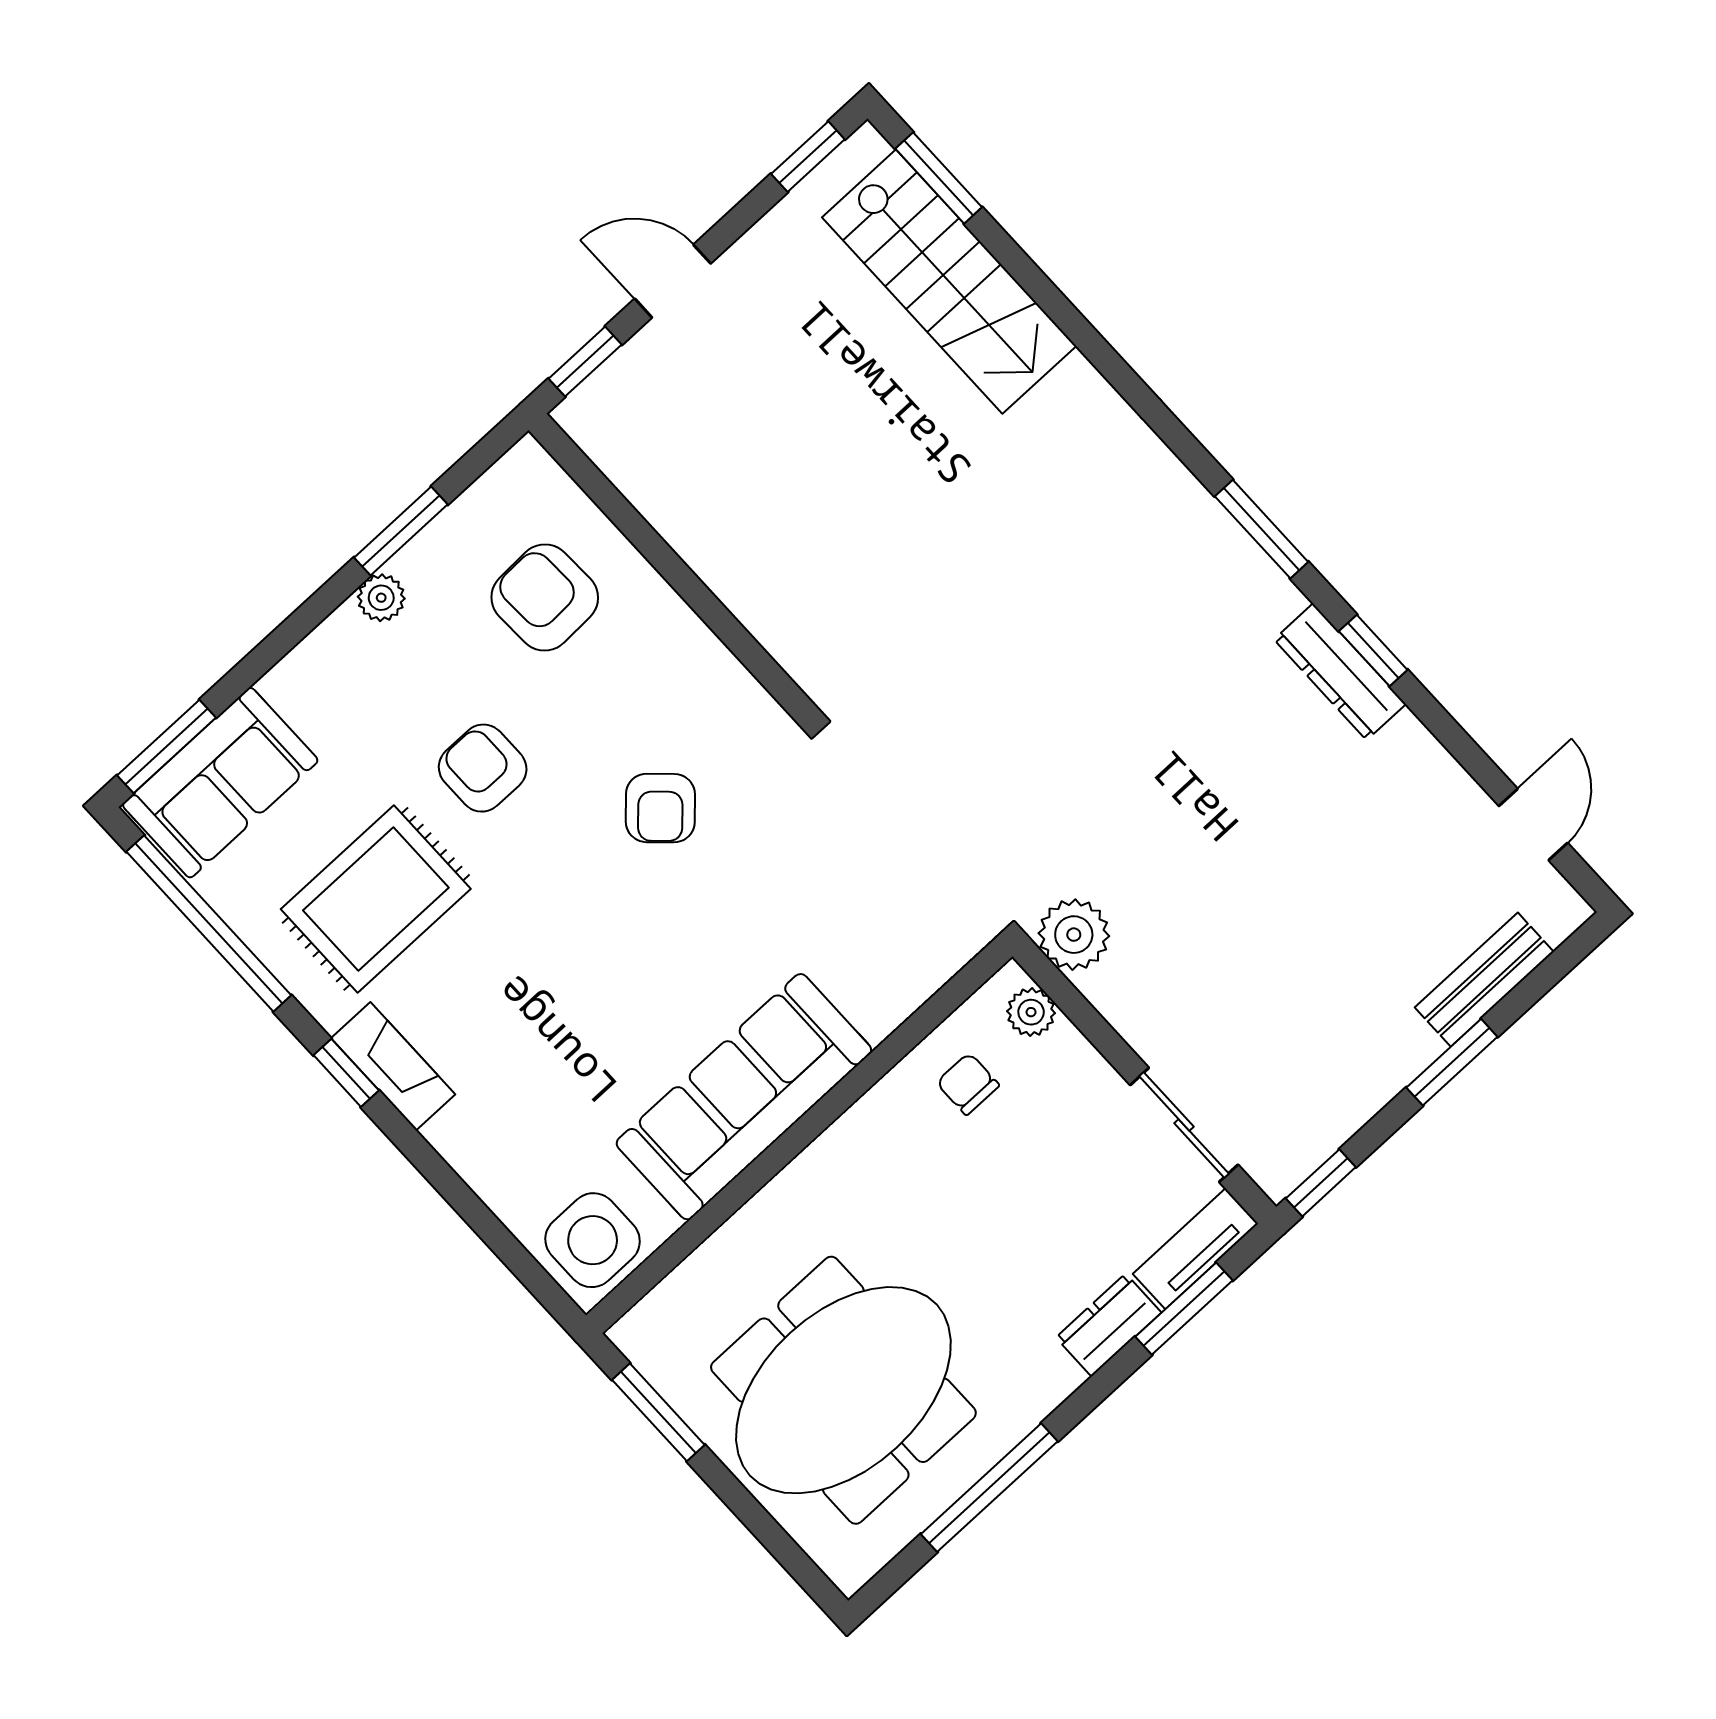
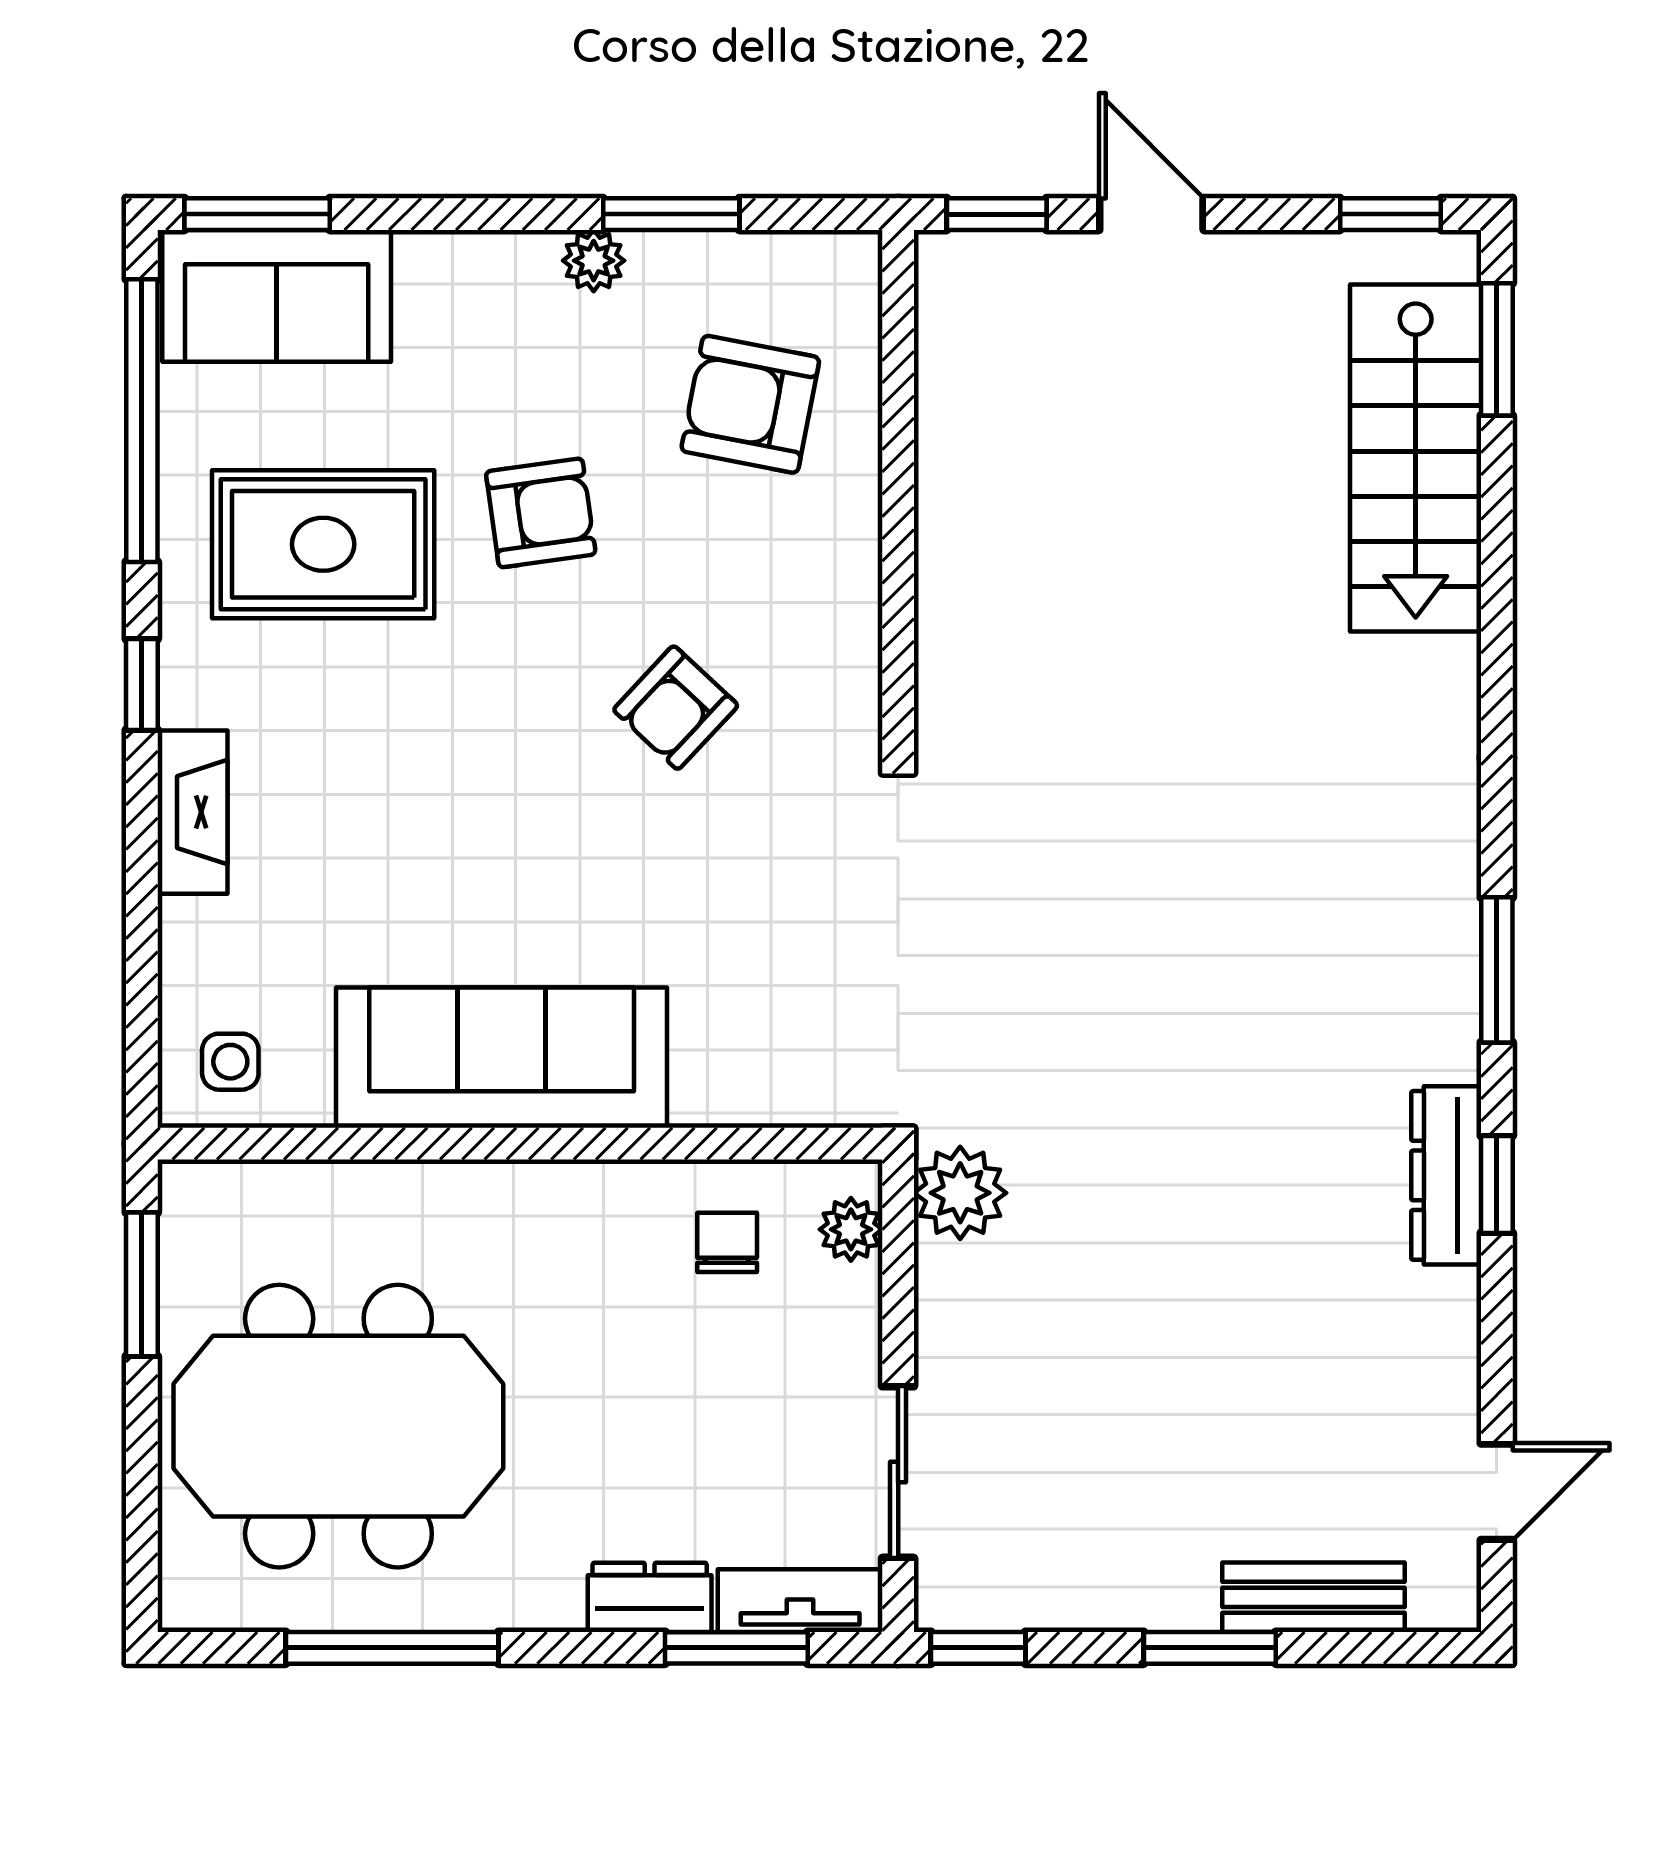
armchair: (545, 597) -> (750, 404), turned -77
armchair: (483, 768) -> (541, 513), turned 82
fireplace: (393, 1066) -> (193, 812), moved
side table: (593, 1240) -> (230, 1062), width x0.54, depth x0.54

